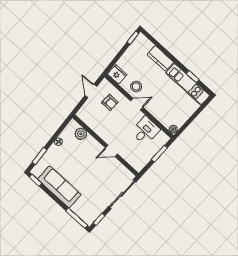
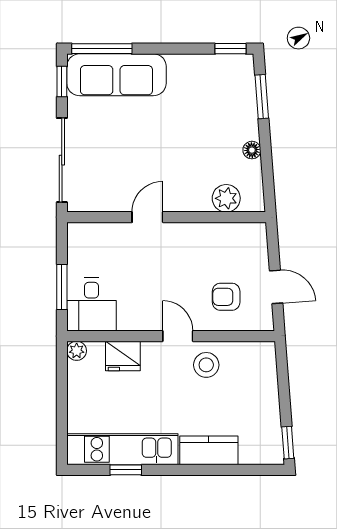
fridge: (117, 74) -> (123, 356), moved
door: (137, 104) -> (178, 336), swing flipped
desk: (145, 131) -> (92, 305), moved
sofa: (59, 187) -> (116, 75), moved

